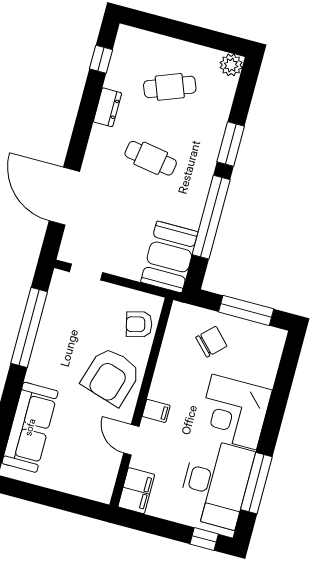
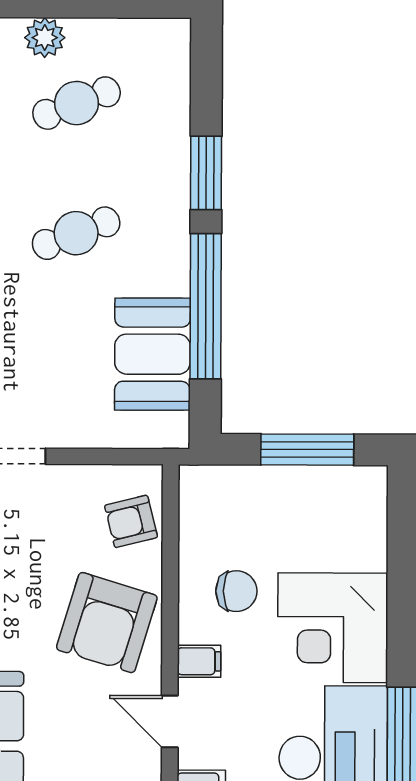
plant: (231, 65) -> (45, 38), moved
cafe table: (151, 158) -> (76, 233), turned -30
booth: (169, 257) -> (152, 354), moved
chair: (211, 342) -> (236, 591), moved, turned 44

